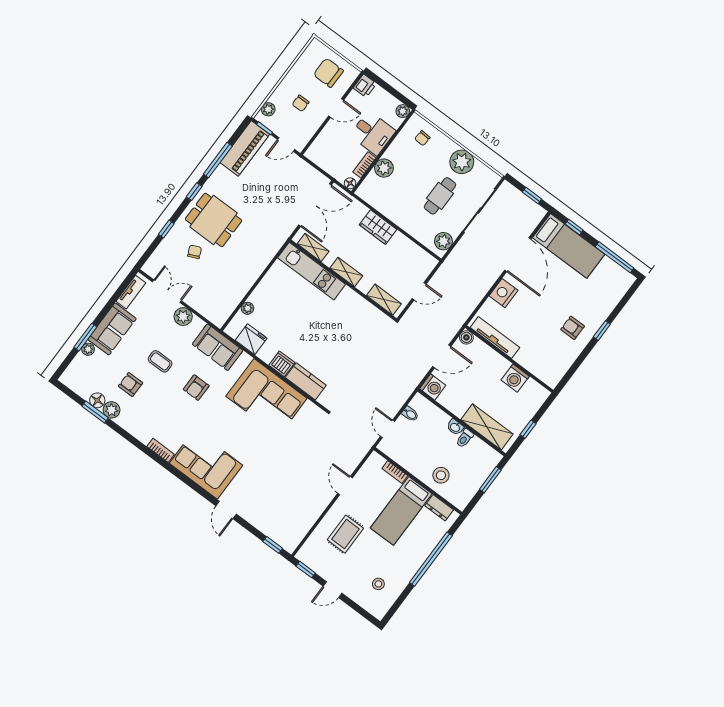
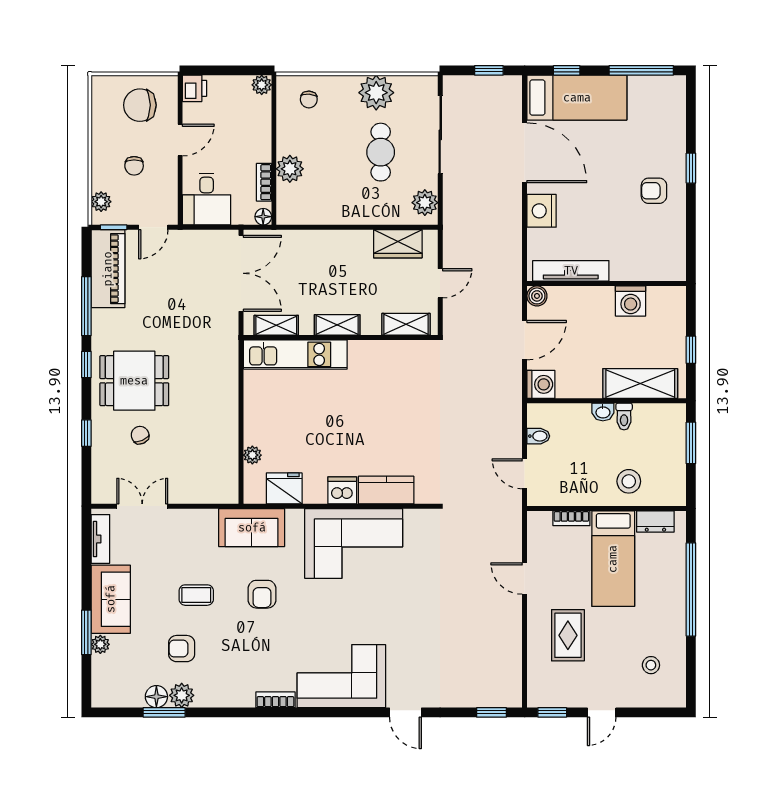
desk: (373, 133) -> (207, 199), moved, turned 90
wardrobe: (378, 227) -> (398, 244), moved
plant: (183, 317) -> (184, 522), removed

